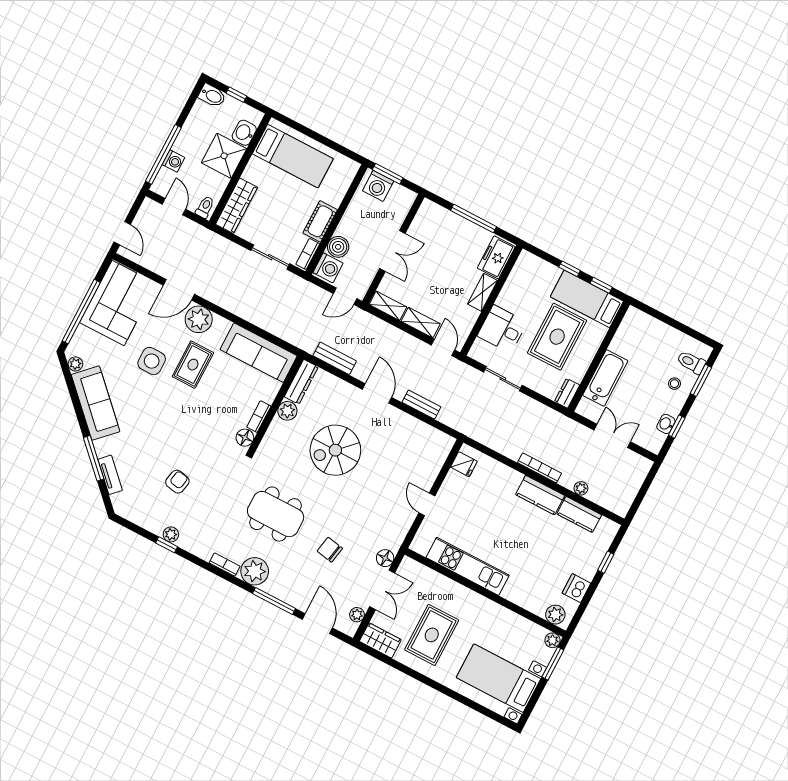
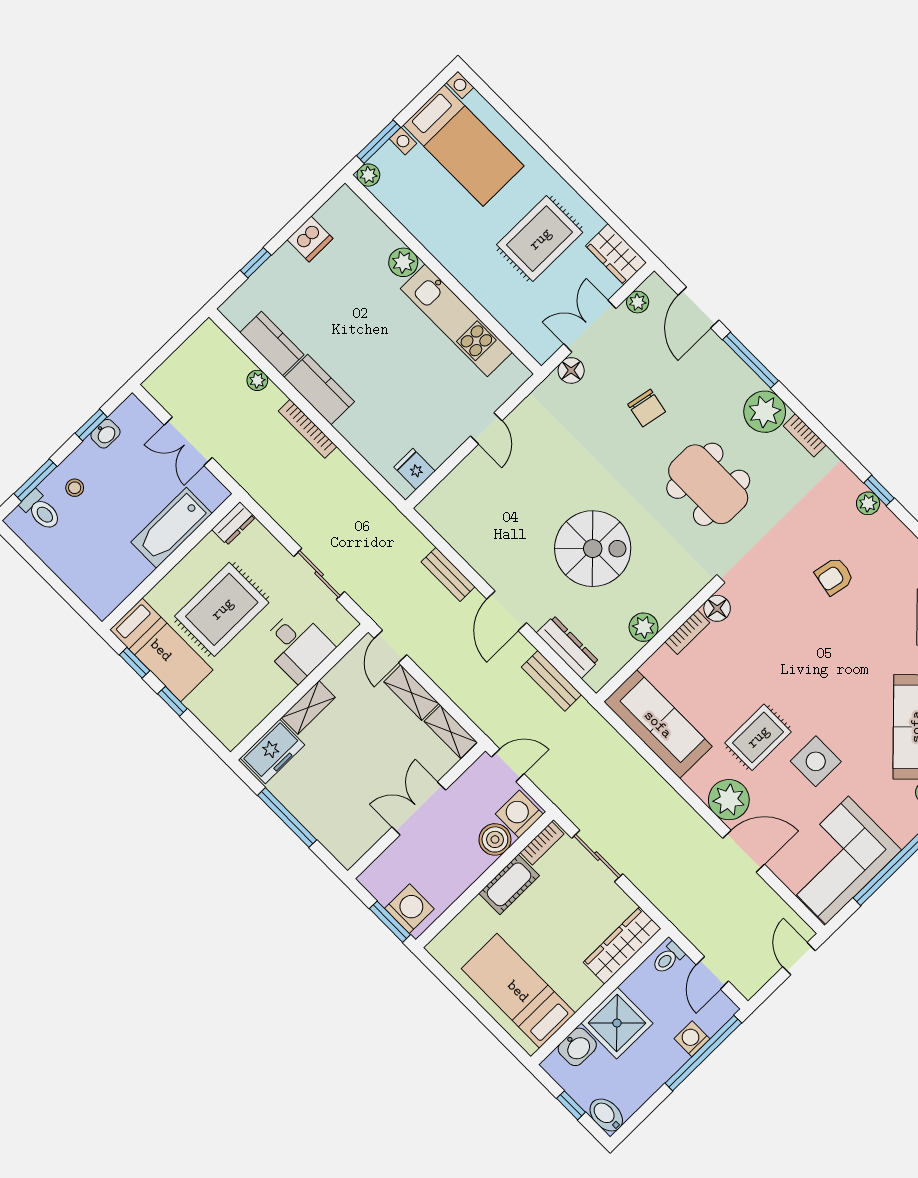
dresser: (301, 382) -> (567, 647), moved, turned 90
plant: (555, 615) -> (403, 262), moved

